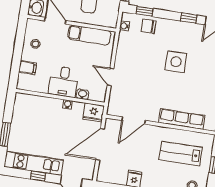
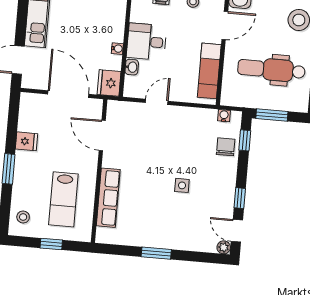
side table: (176, 62) -> (182, 185), width x0.54, depth x0.54
lab bench: (181, 154) -> (63, 199), turned 180
window: (38, 176) -> (22, 17), removed

